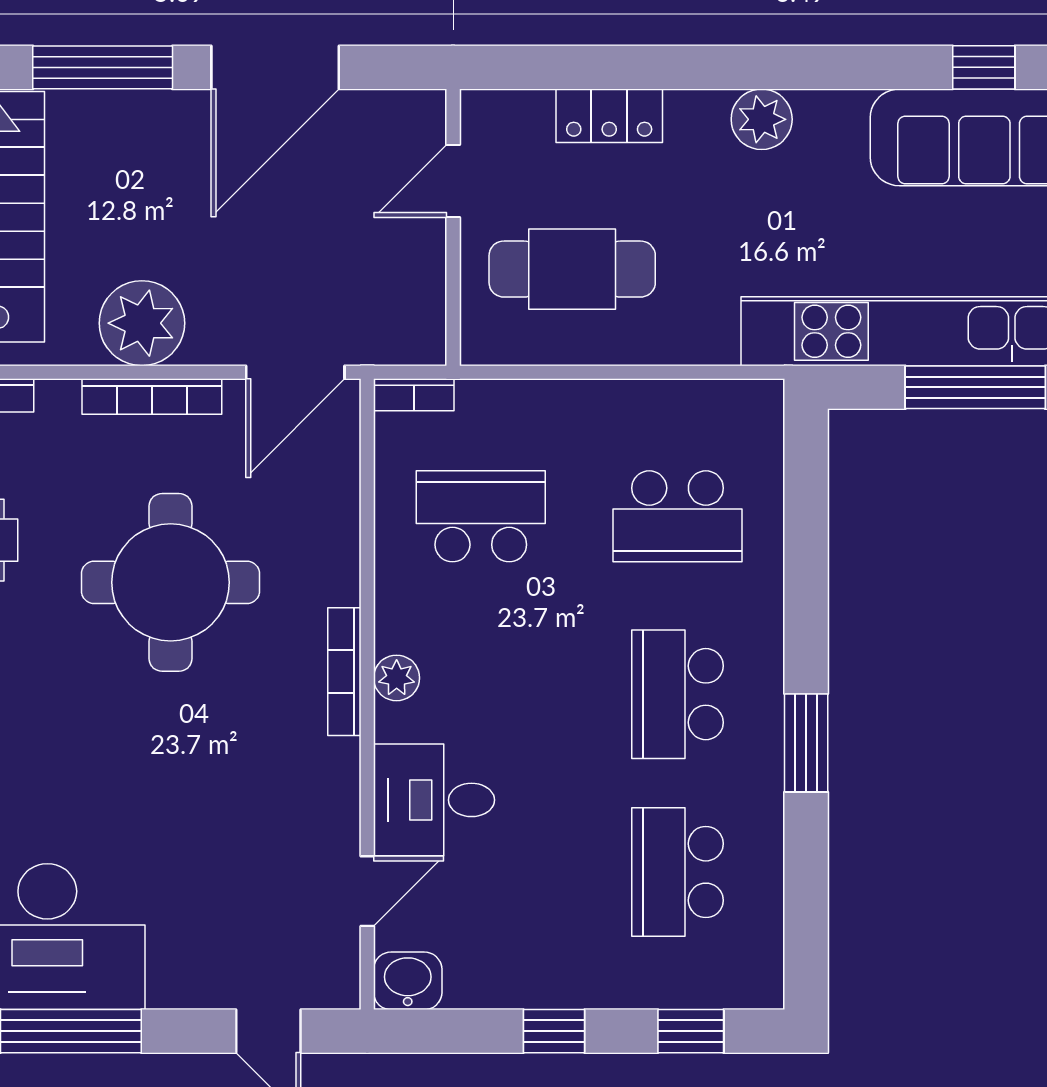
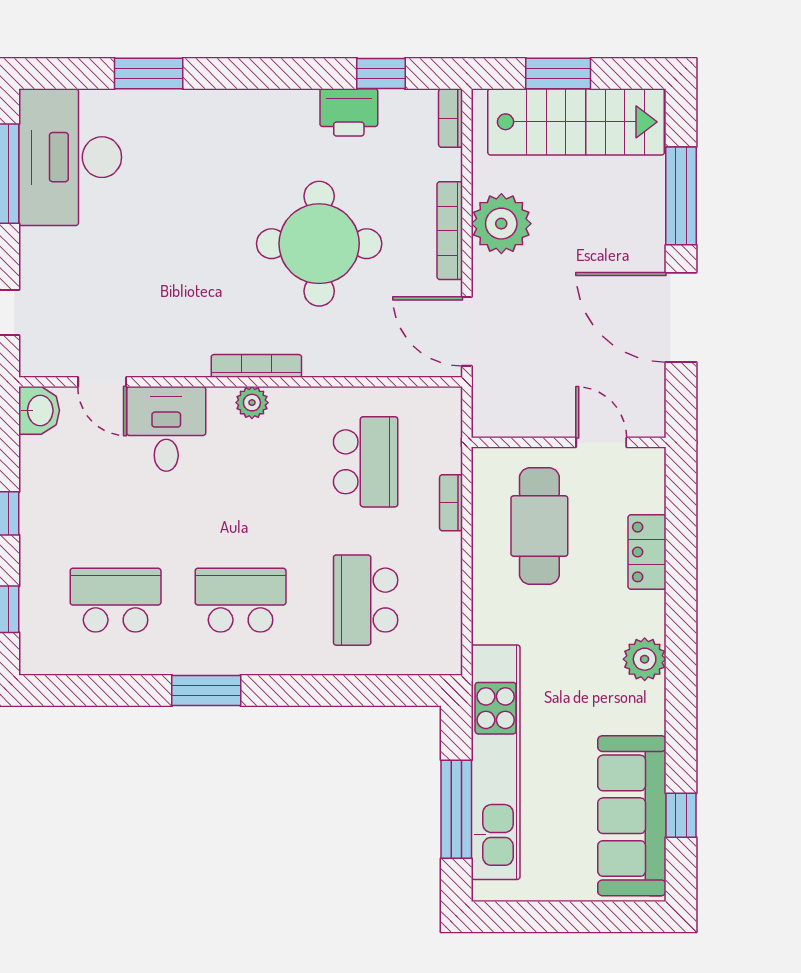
bookcase: (414, 395) -> (451, 503), moved

